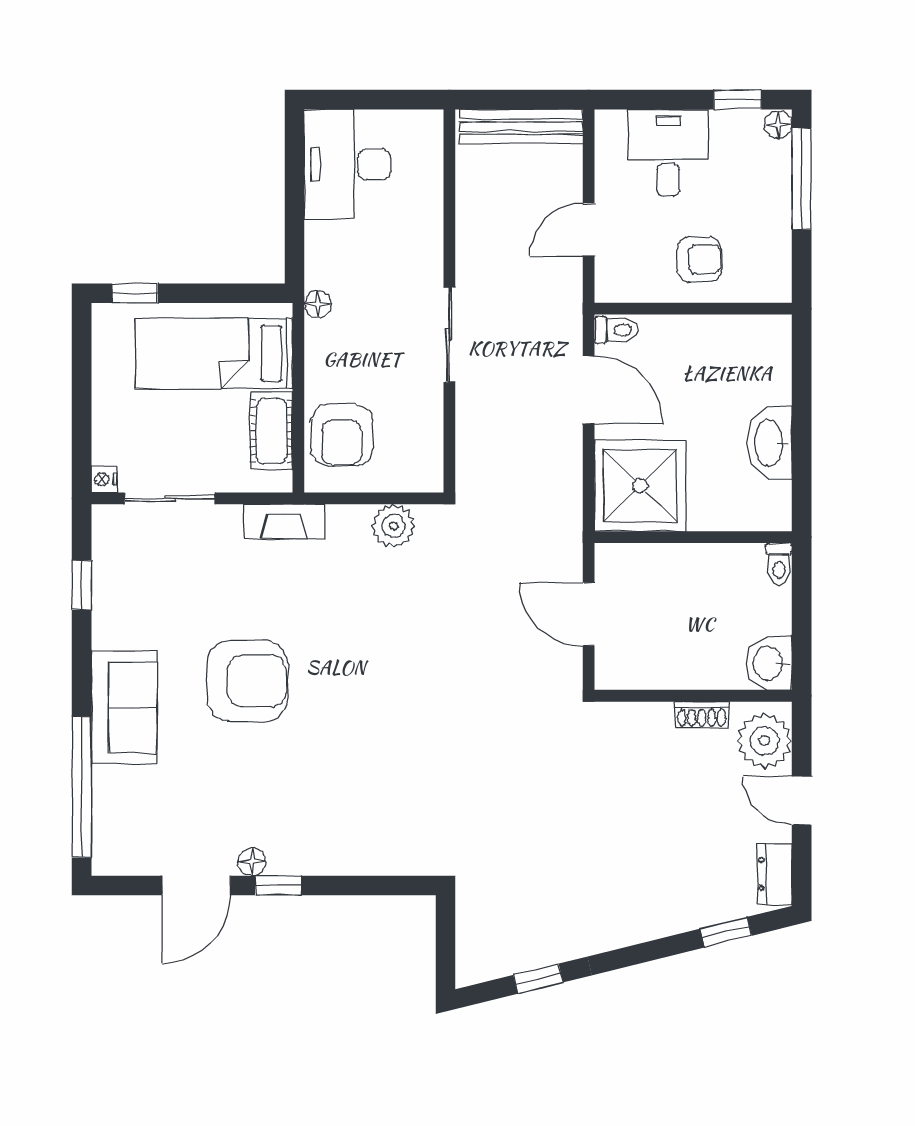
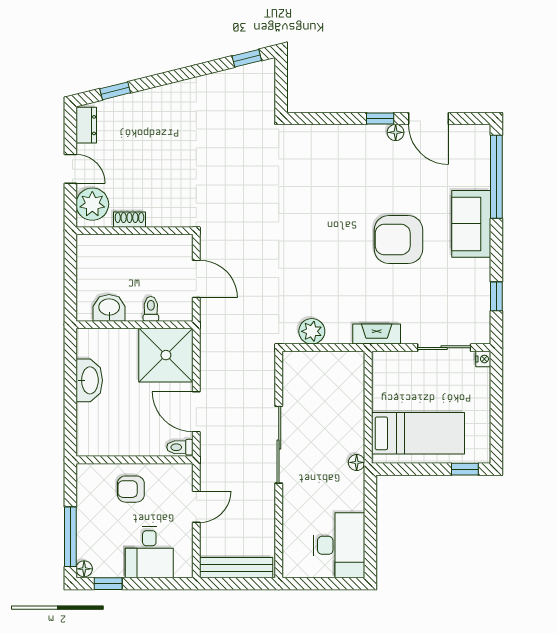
sliding door: (449, 335) -> (279, 445), width x1.37
cot: (271, 431) -> (384, 387), removed
armchair: (342, 435) -> (342, 385), removed
toilet: (779, 564) -> (151, 309), moved
washbasin: (769, 663) -> (109, 308), moved, turned -90
door: (196, 885) -> (428, 118), swing flipped
window: (538, 979) -> (247, 58), moved

